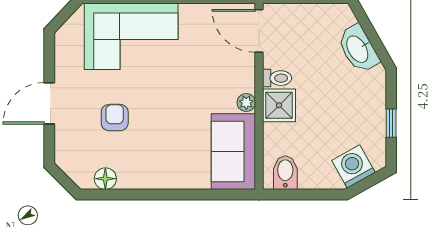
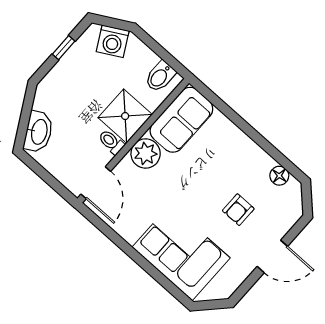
washbasin: (358, 49) -> (39, 132), moved
plant: (246, 103) -> (146, 154), width x1.87, depth x1.87
shower: (279, 105) -> (125, 116), width x1.36, depth x1.36

